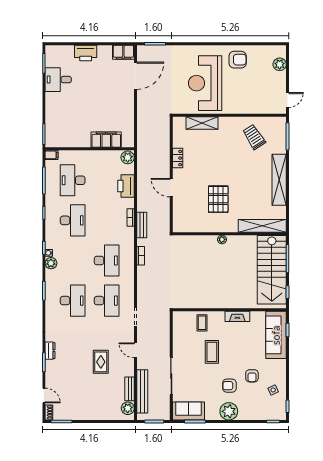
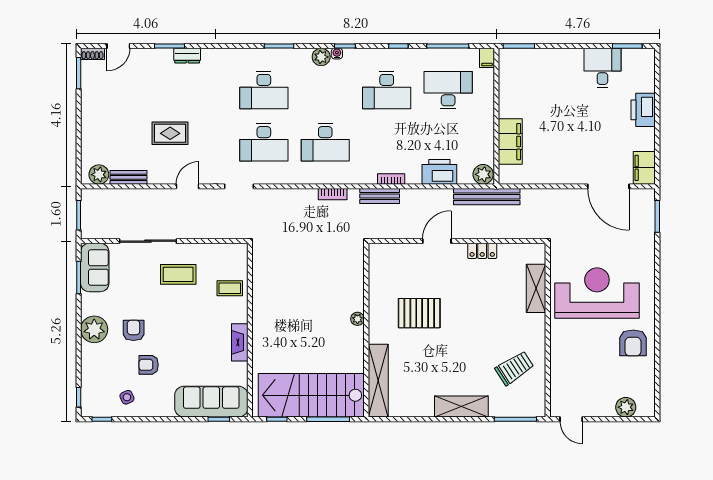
shelving: (279, 180) -> (461, 406), width x0.68
coffee table: (212, 352) -> (178, 274), moved
bench: (142, 391) -> (487, 197), moved

